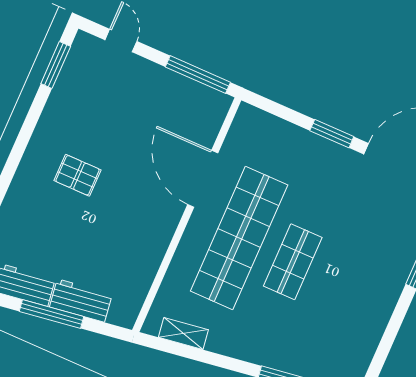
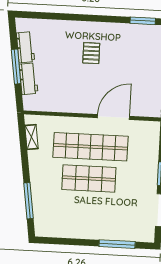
shop shelf: (293, 262) -> (89, 179), width x1.43, depth x1.36

